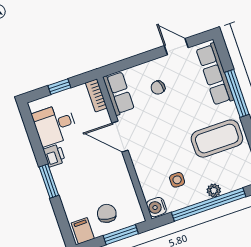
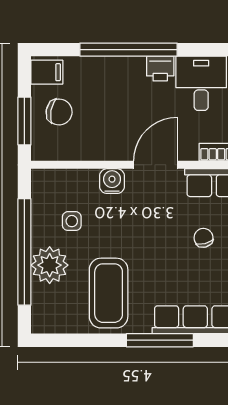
window: (49, 181) -> (129, 50), width x2.11
plant: (214, 190) -> (50, 265), width x1.87, depth x1.87
water cooler: (156, 207) -> (112, 181), moved

